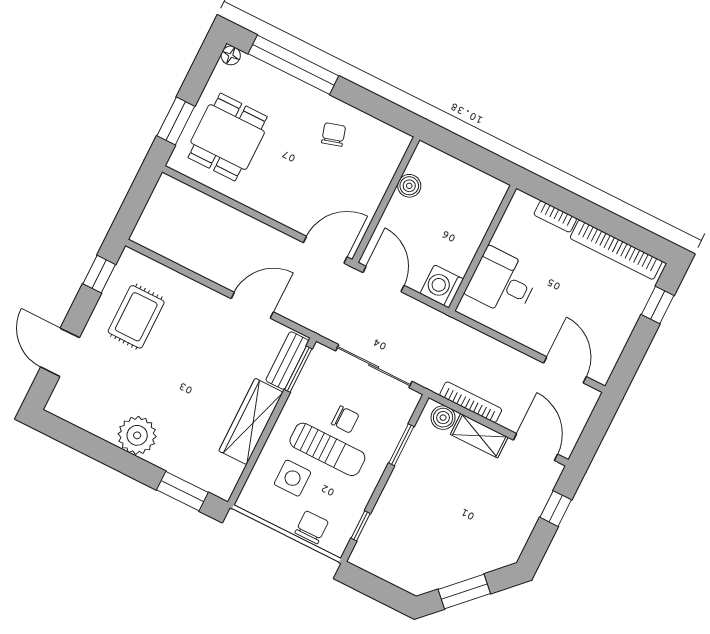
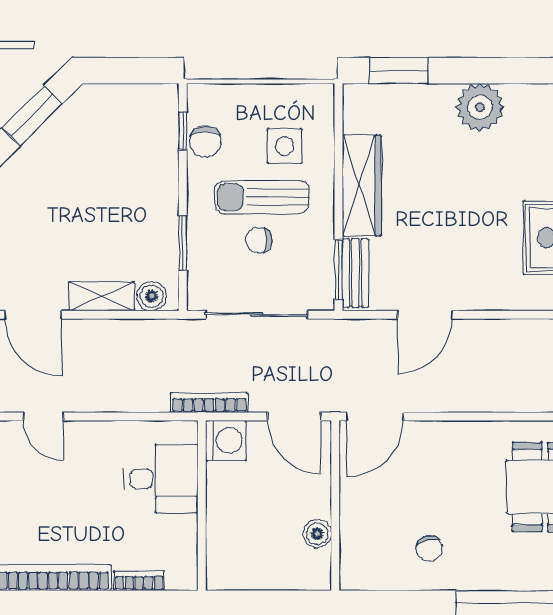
door: (565, 370) -> (43, 416), width x0.73
bookcase: (471, 402) -> (209, 403), moved, turned 180
chair: (312, 527) -> (205, 142), moved

